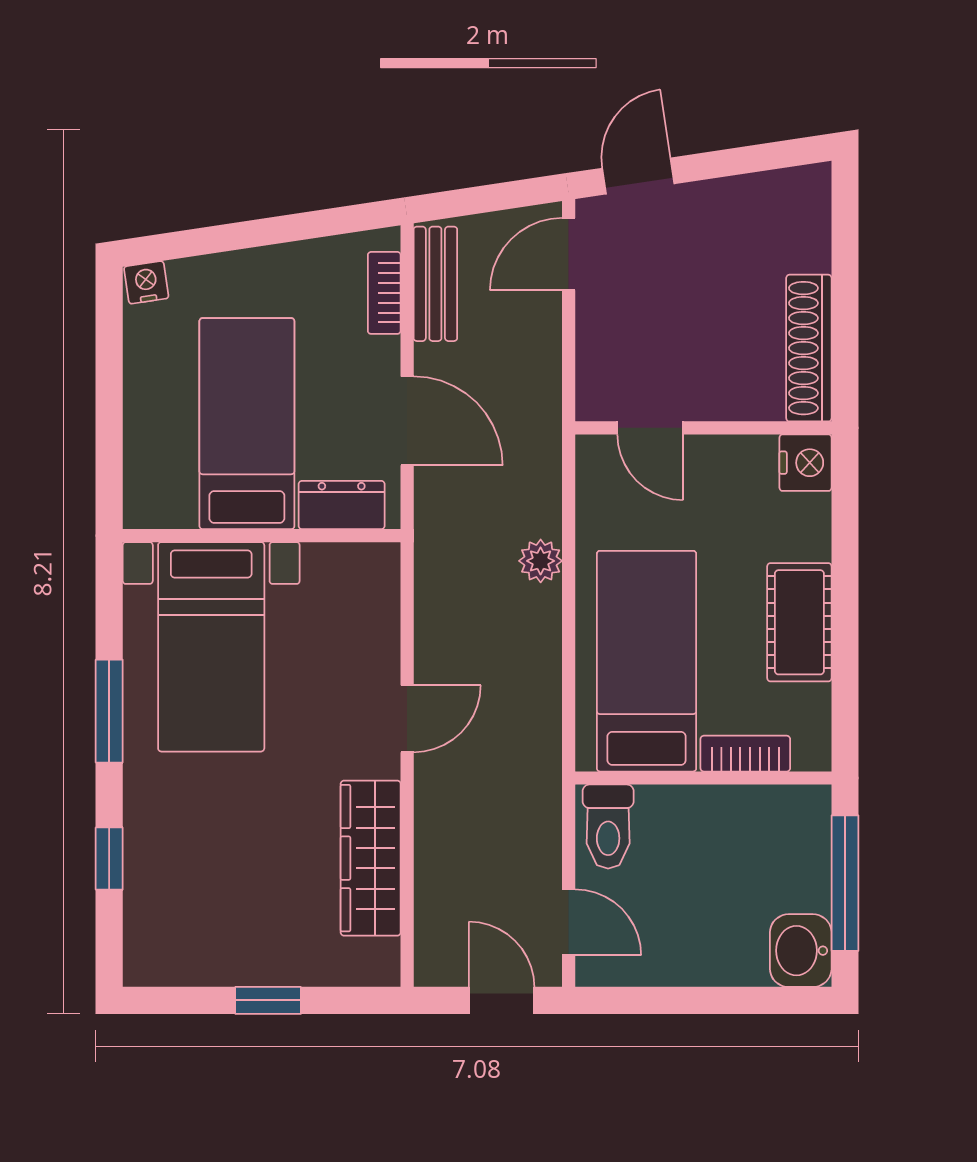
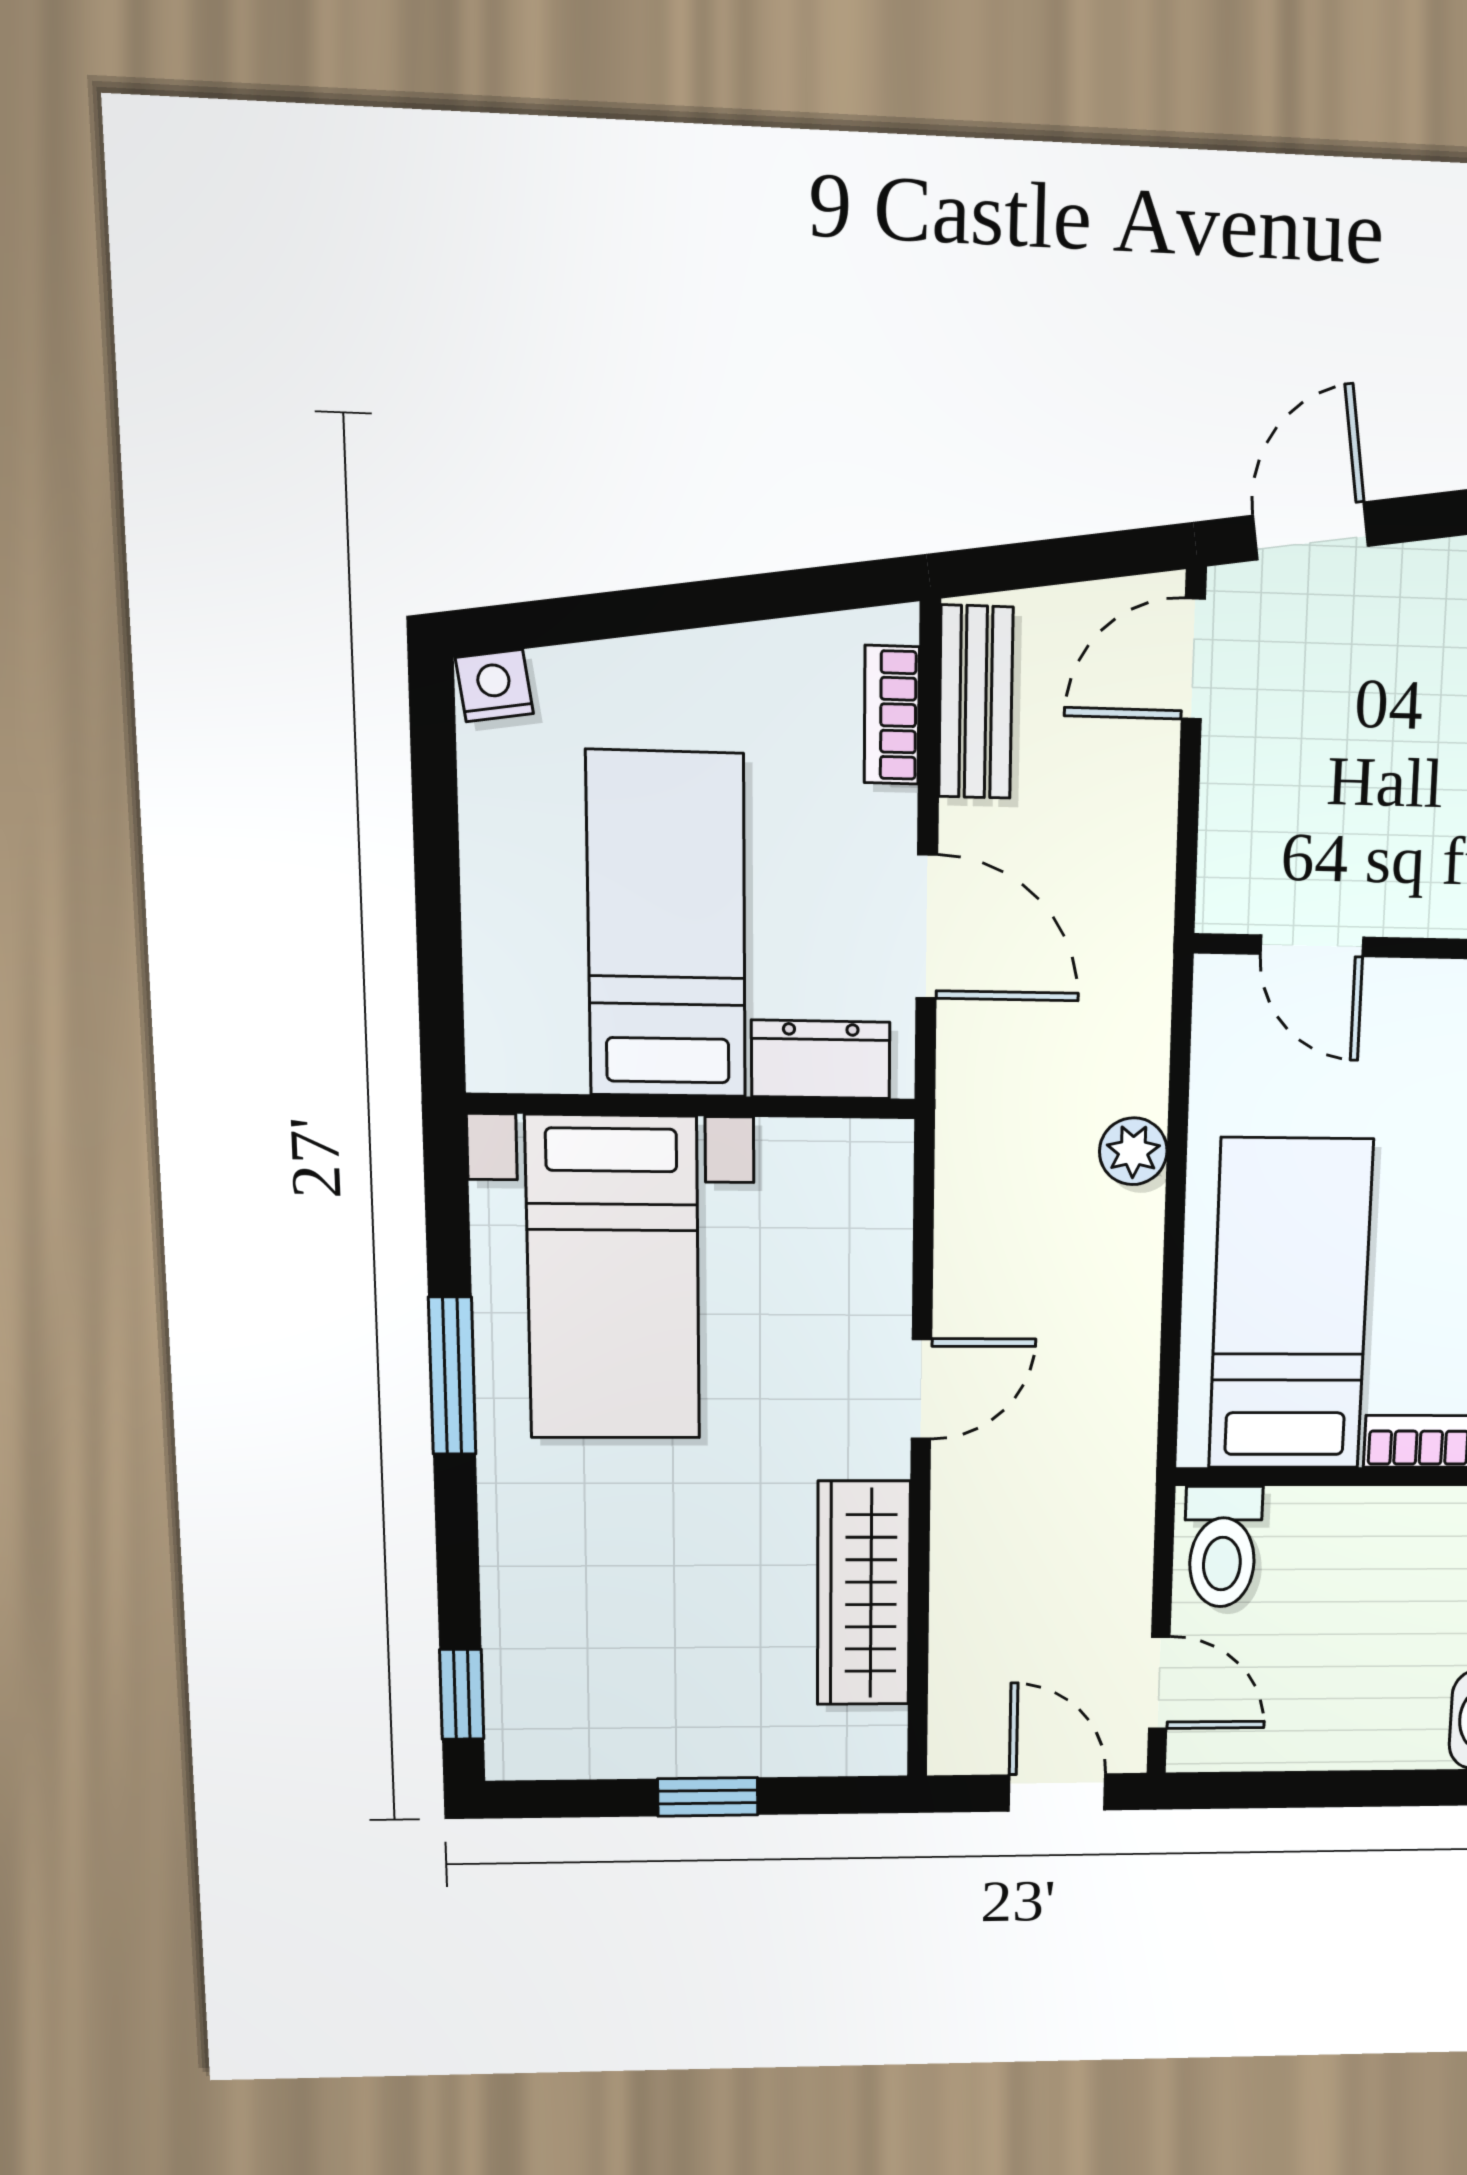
window: (109, 859) -> (462, 1694), moved

